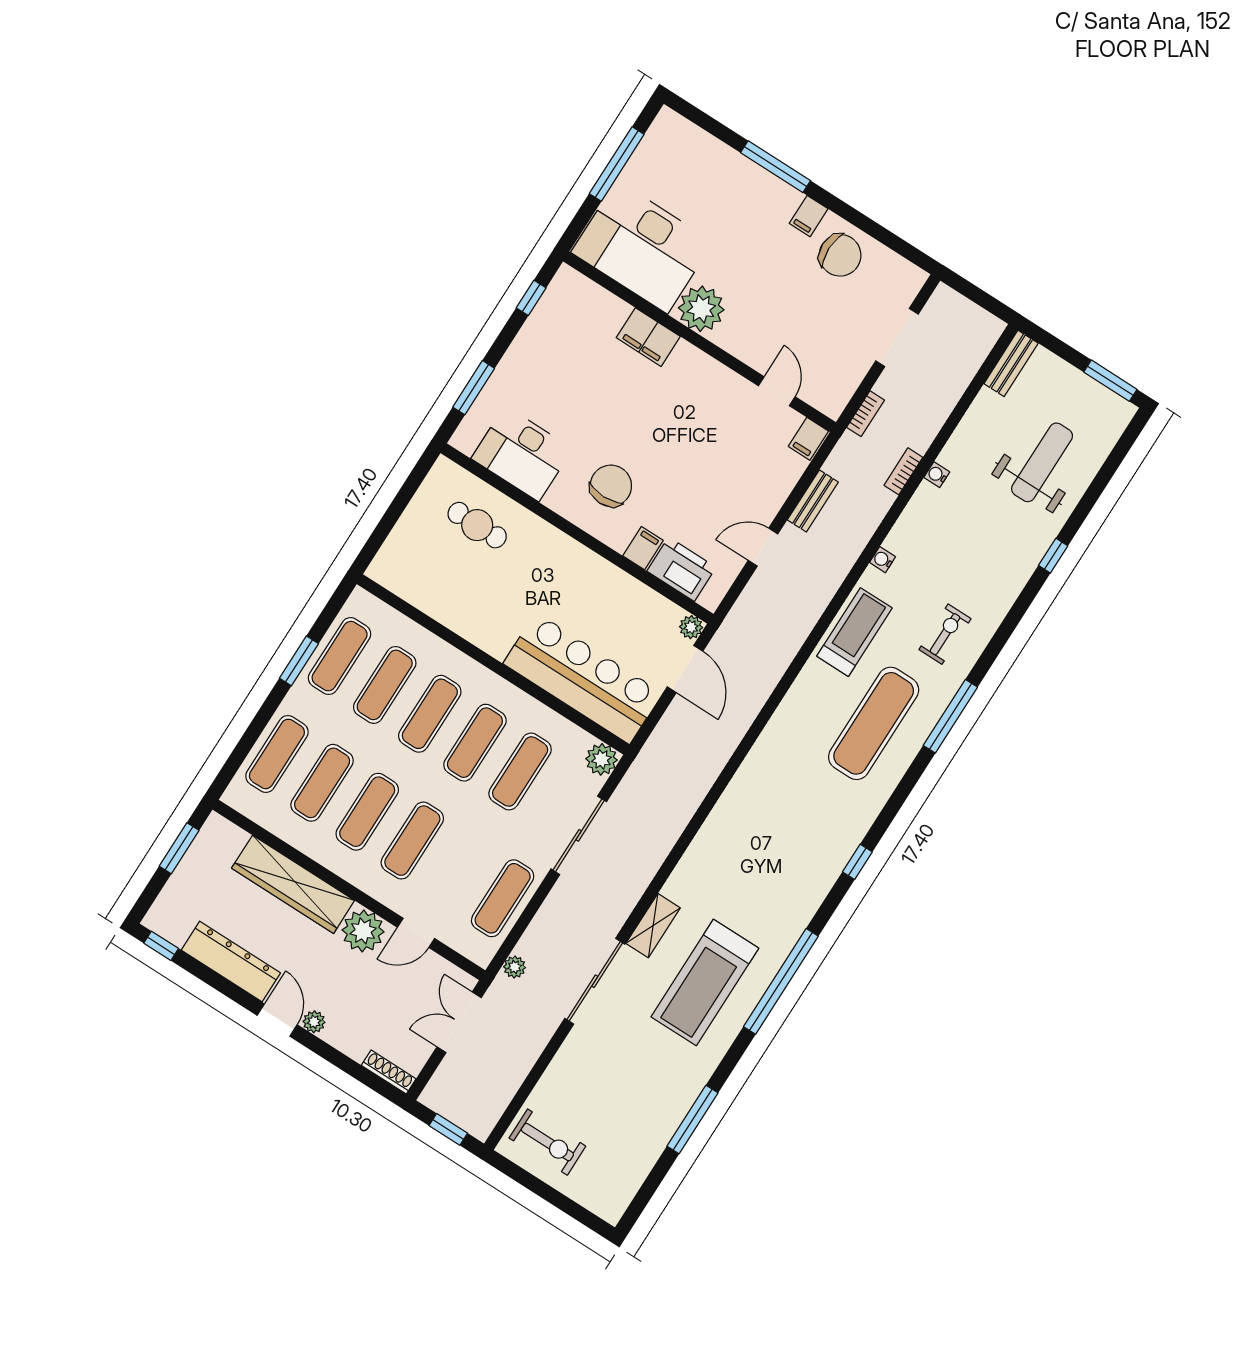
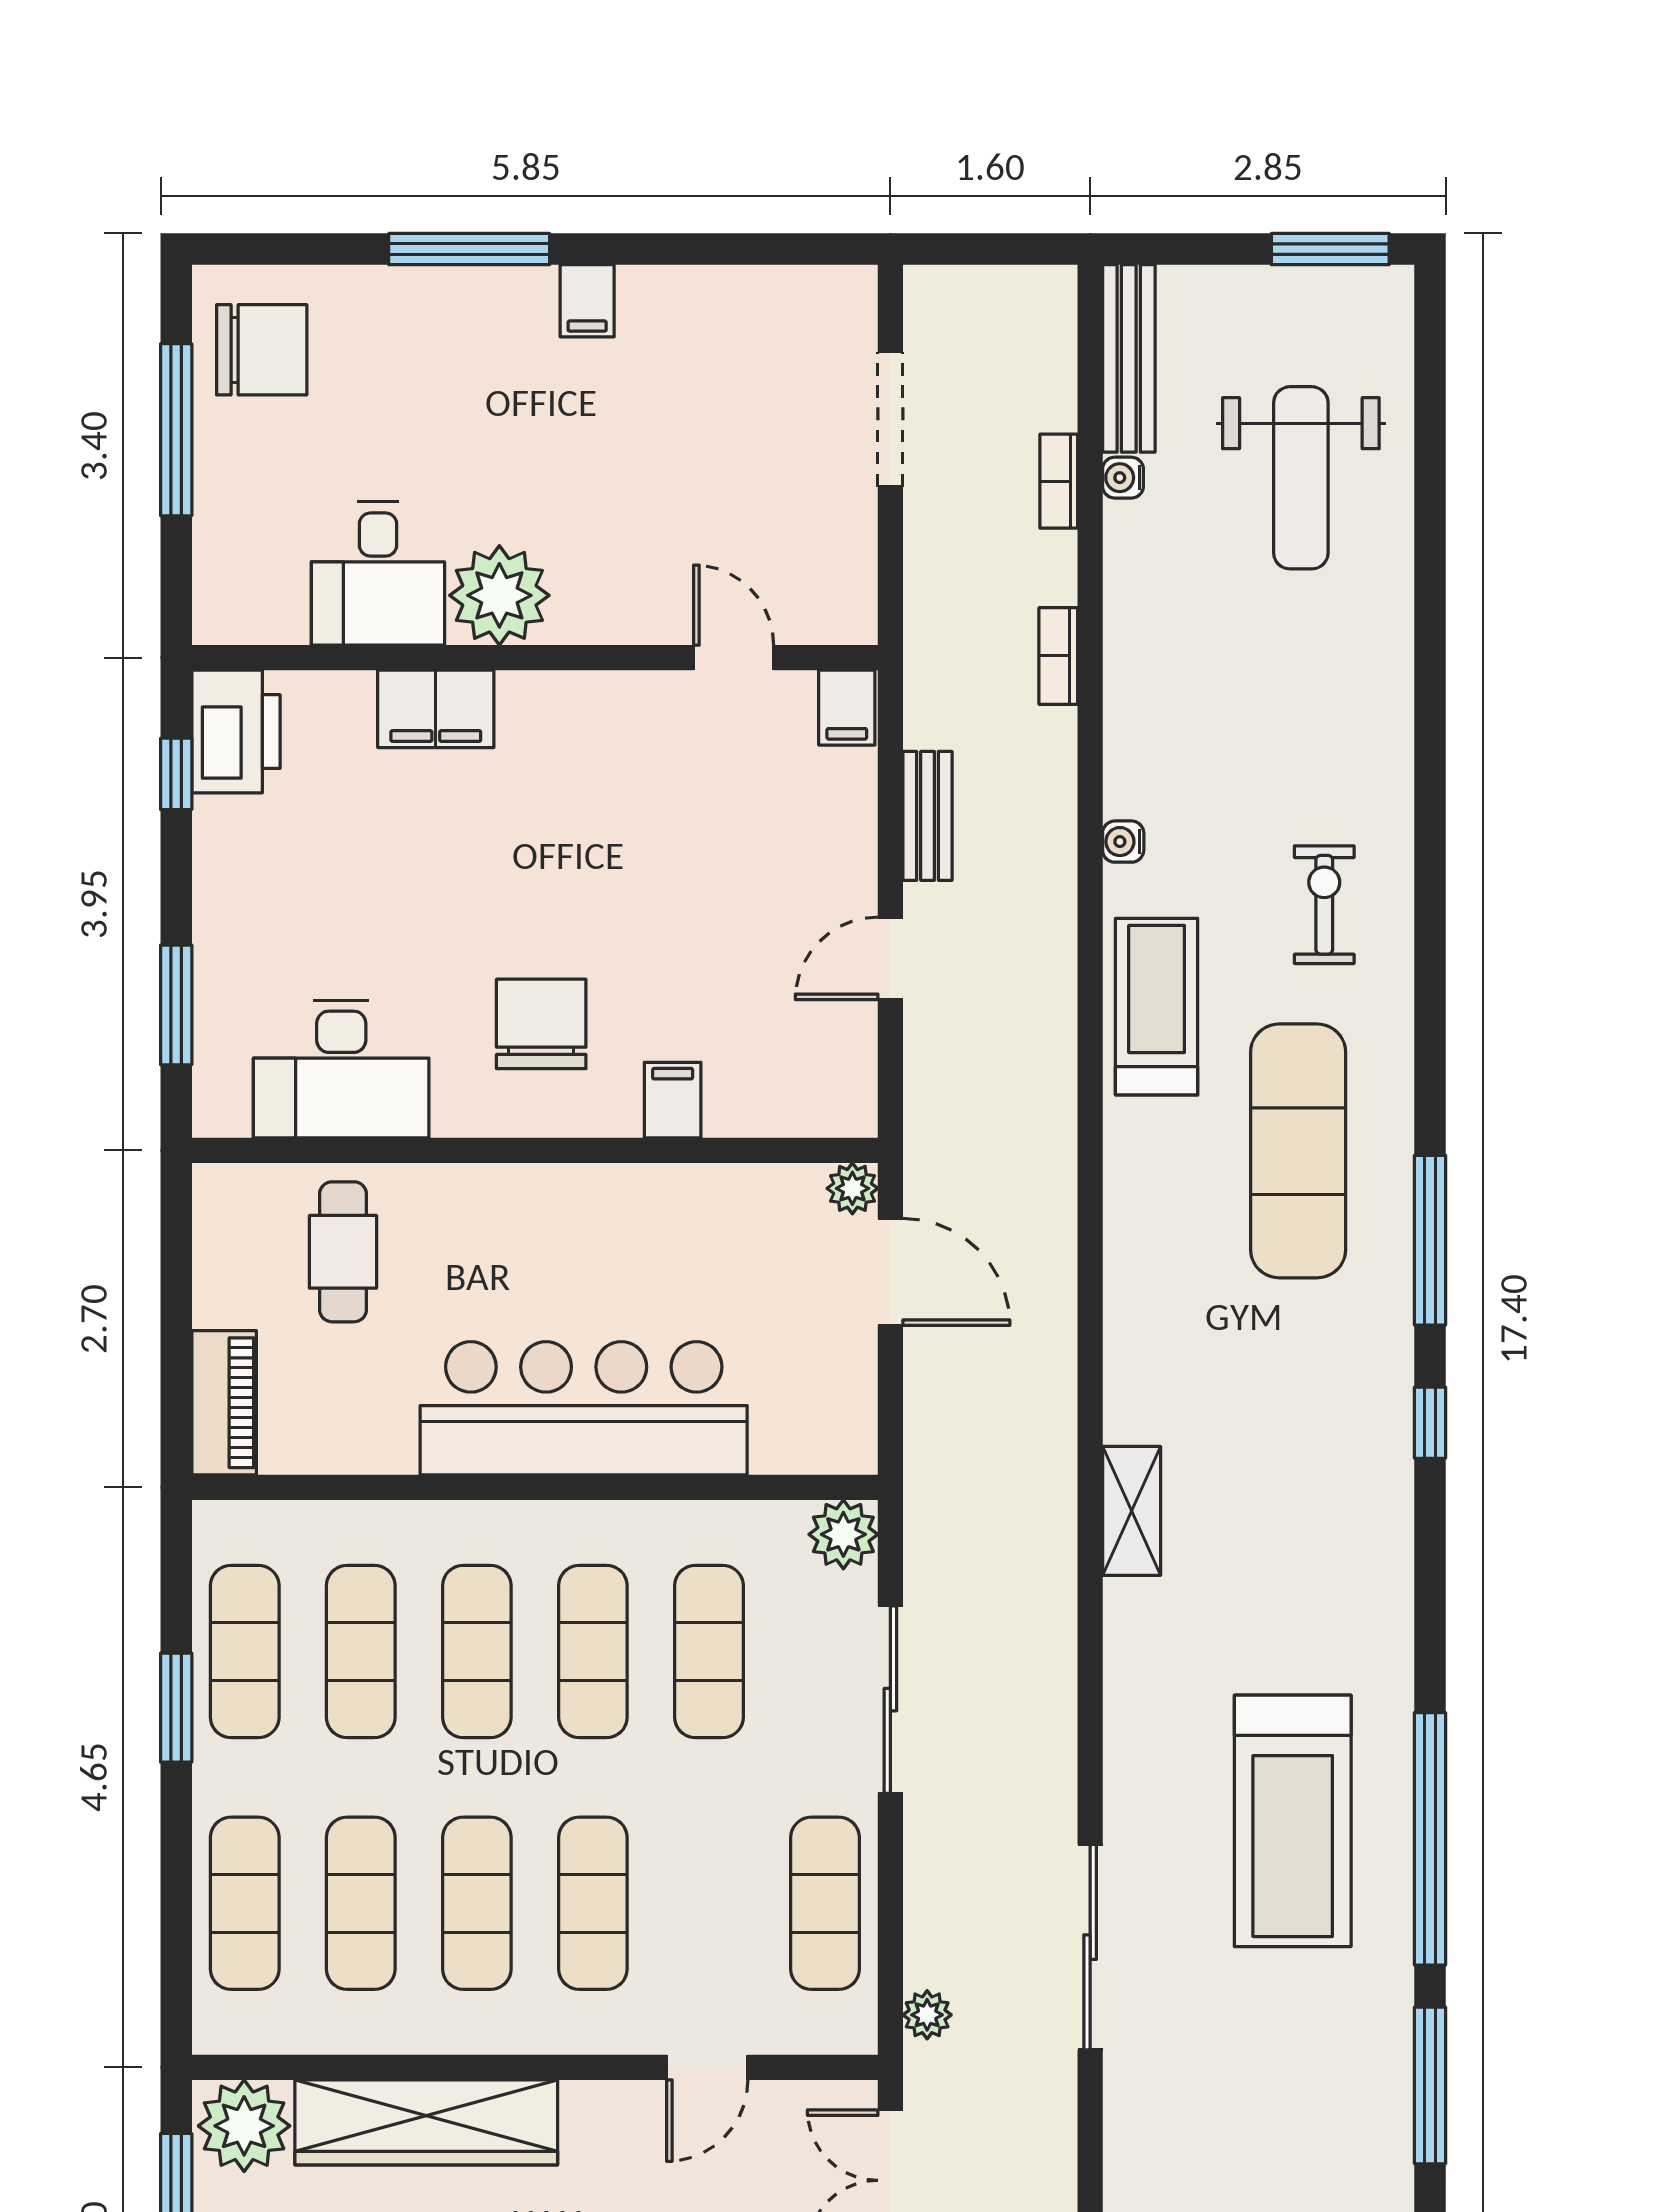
desk: (642, 247) -> (378, 573), width x0.53, depth x0.77
chair: (840, 255) -> (262, 350), moved
bench: (1011, 363) -> (1129, 358), width x1.36
bookcase: (865, 414) -> (1059, 481), moved, turned 180
weight bench: (1042, 462) -> (1301, 478), turned 180
water cooler: (937, 475) -> (1123, 478), moved
cafe table: (477, 525) -> (343, 1252), turned 90
piano: (393, 554) -> (224, 1403), added
window: (1053, 556) -> (1430, 635), removed
printer: (681, 569) -> (236, 732), moved, turned 90
bar counter: (583, 678) -> (584, 1408), moved
window: (950, 716) -> (1430, 1240), moved
shelving: (653, 926) -> (1132, 1511), moved
plant: (363, 931) -> (244, 2126), moved
window: (781, 981) -> (1430, 1839), moved

